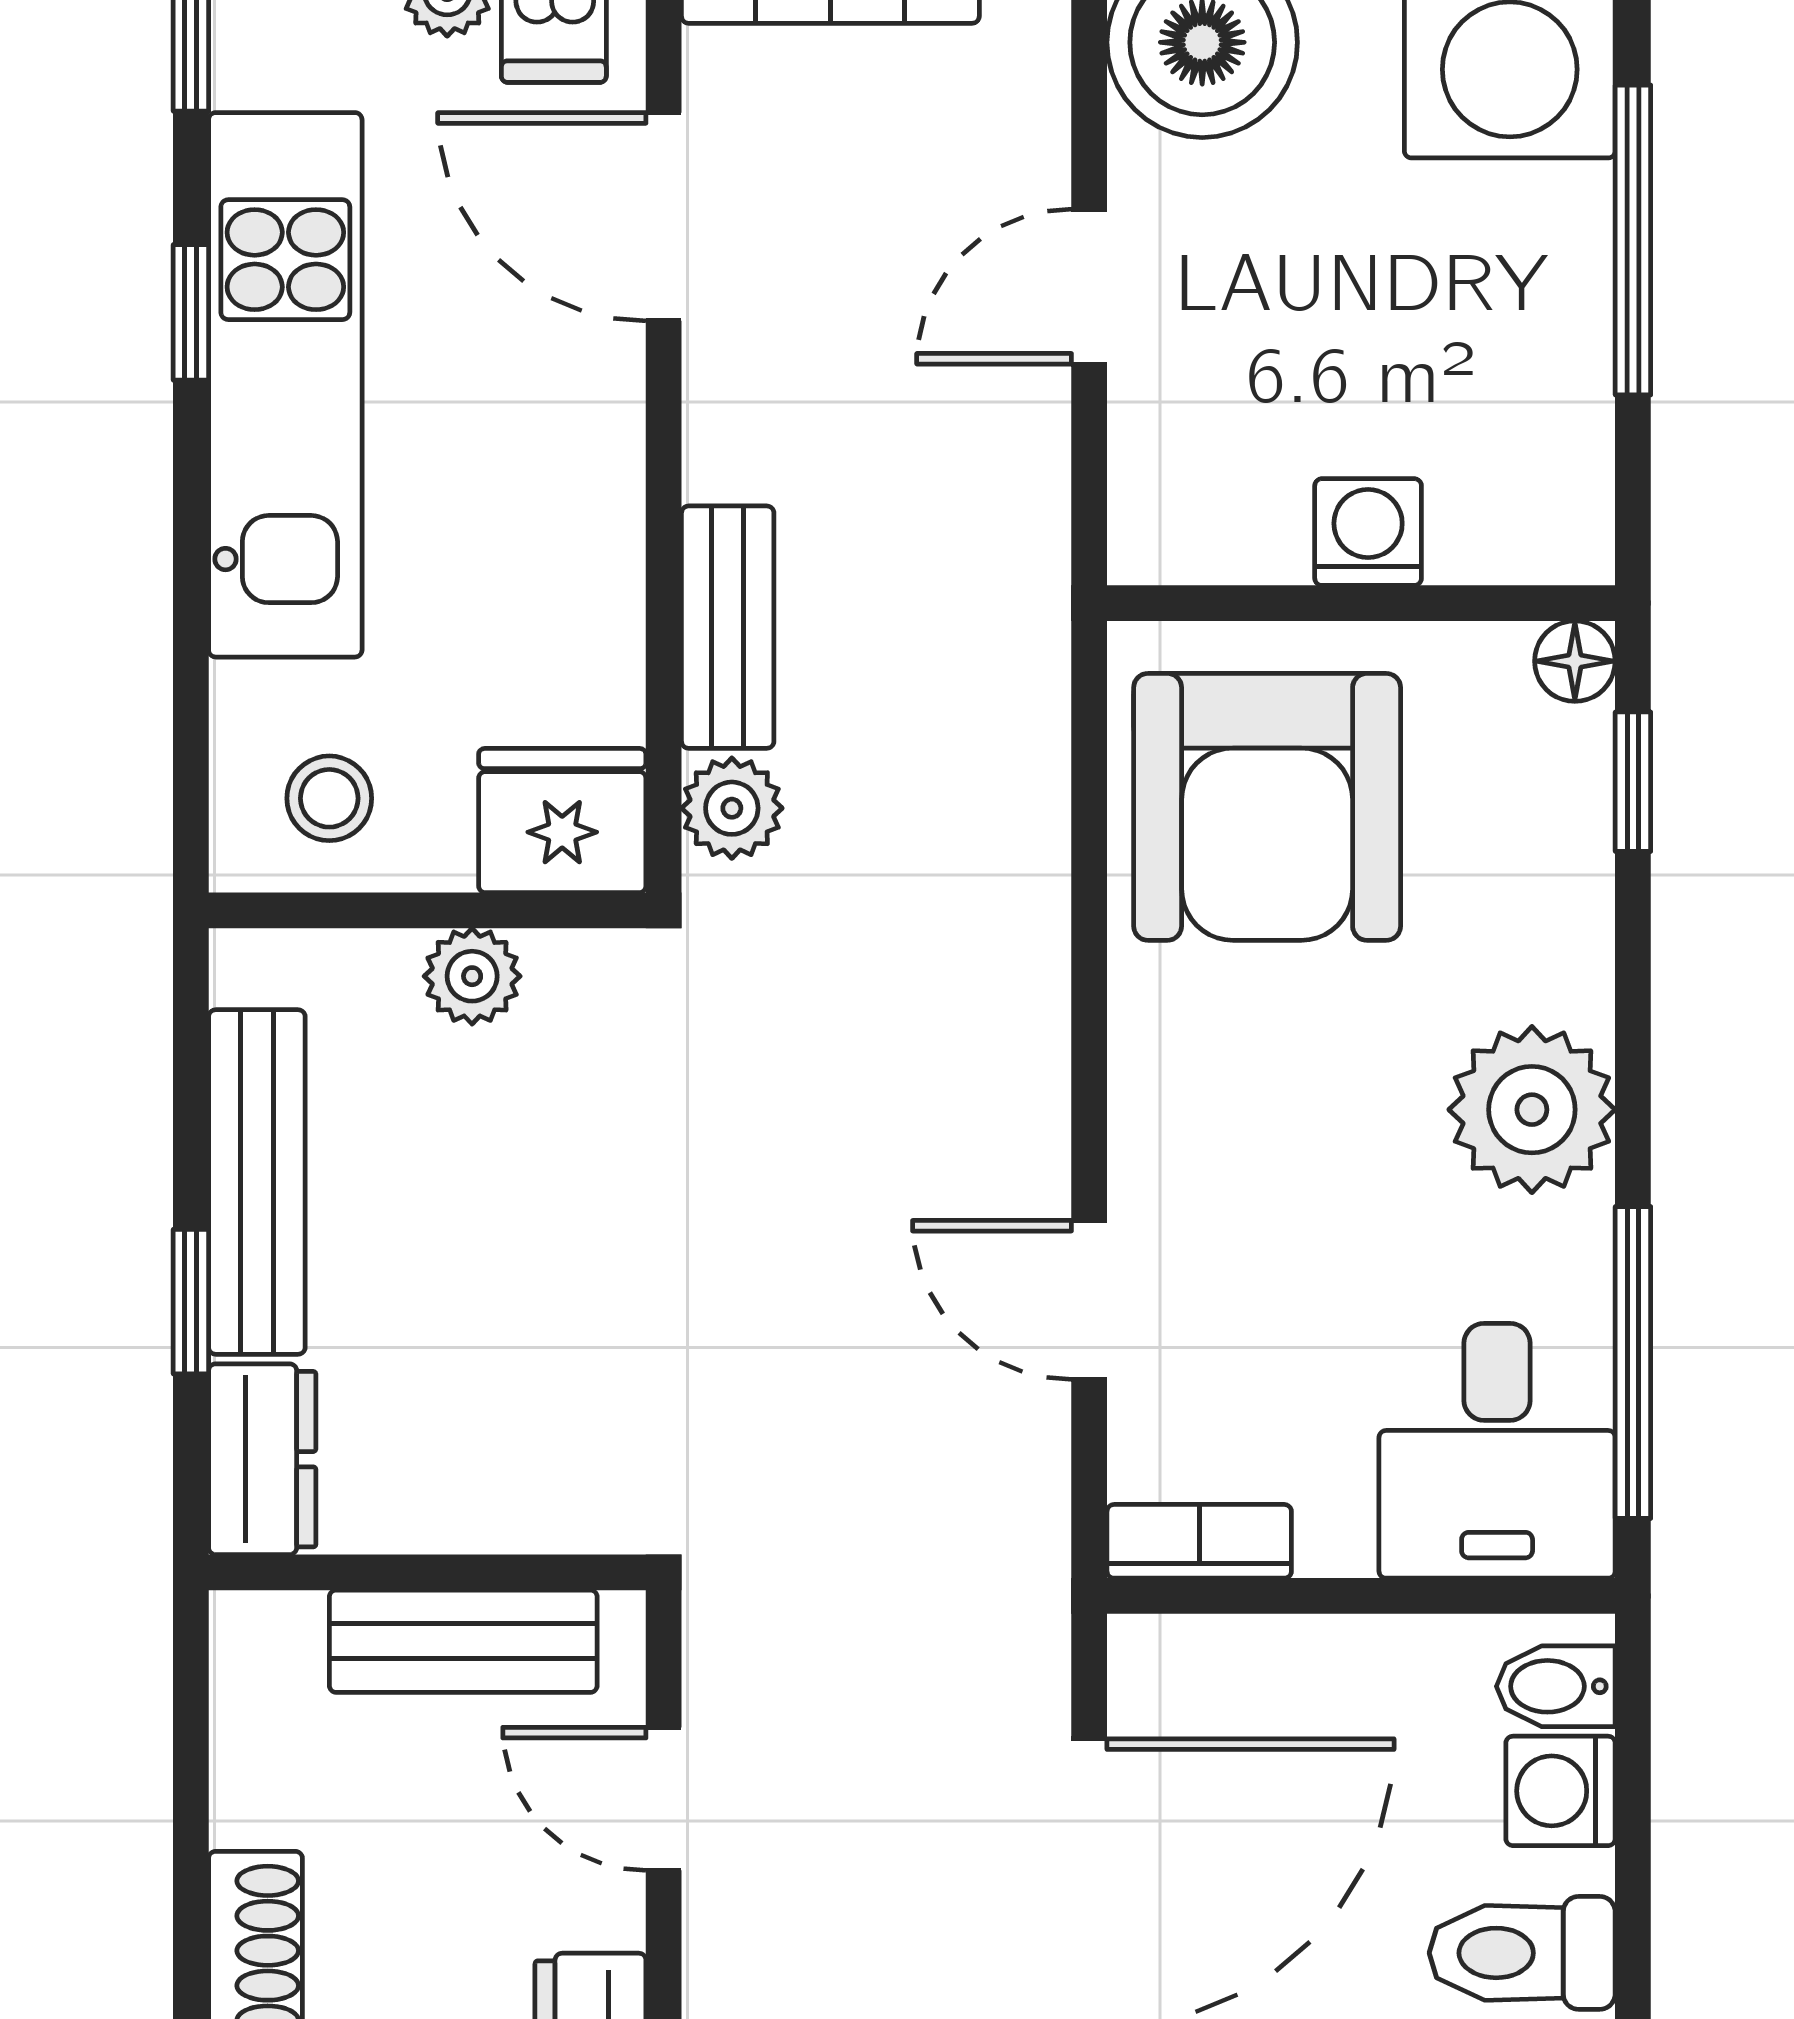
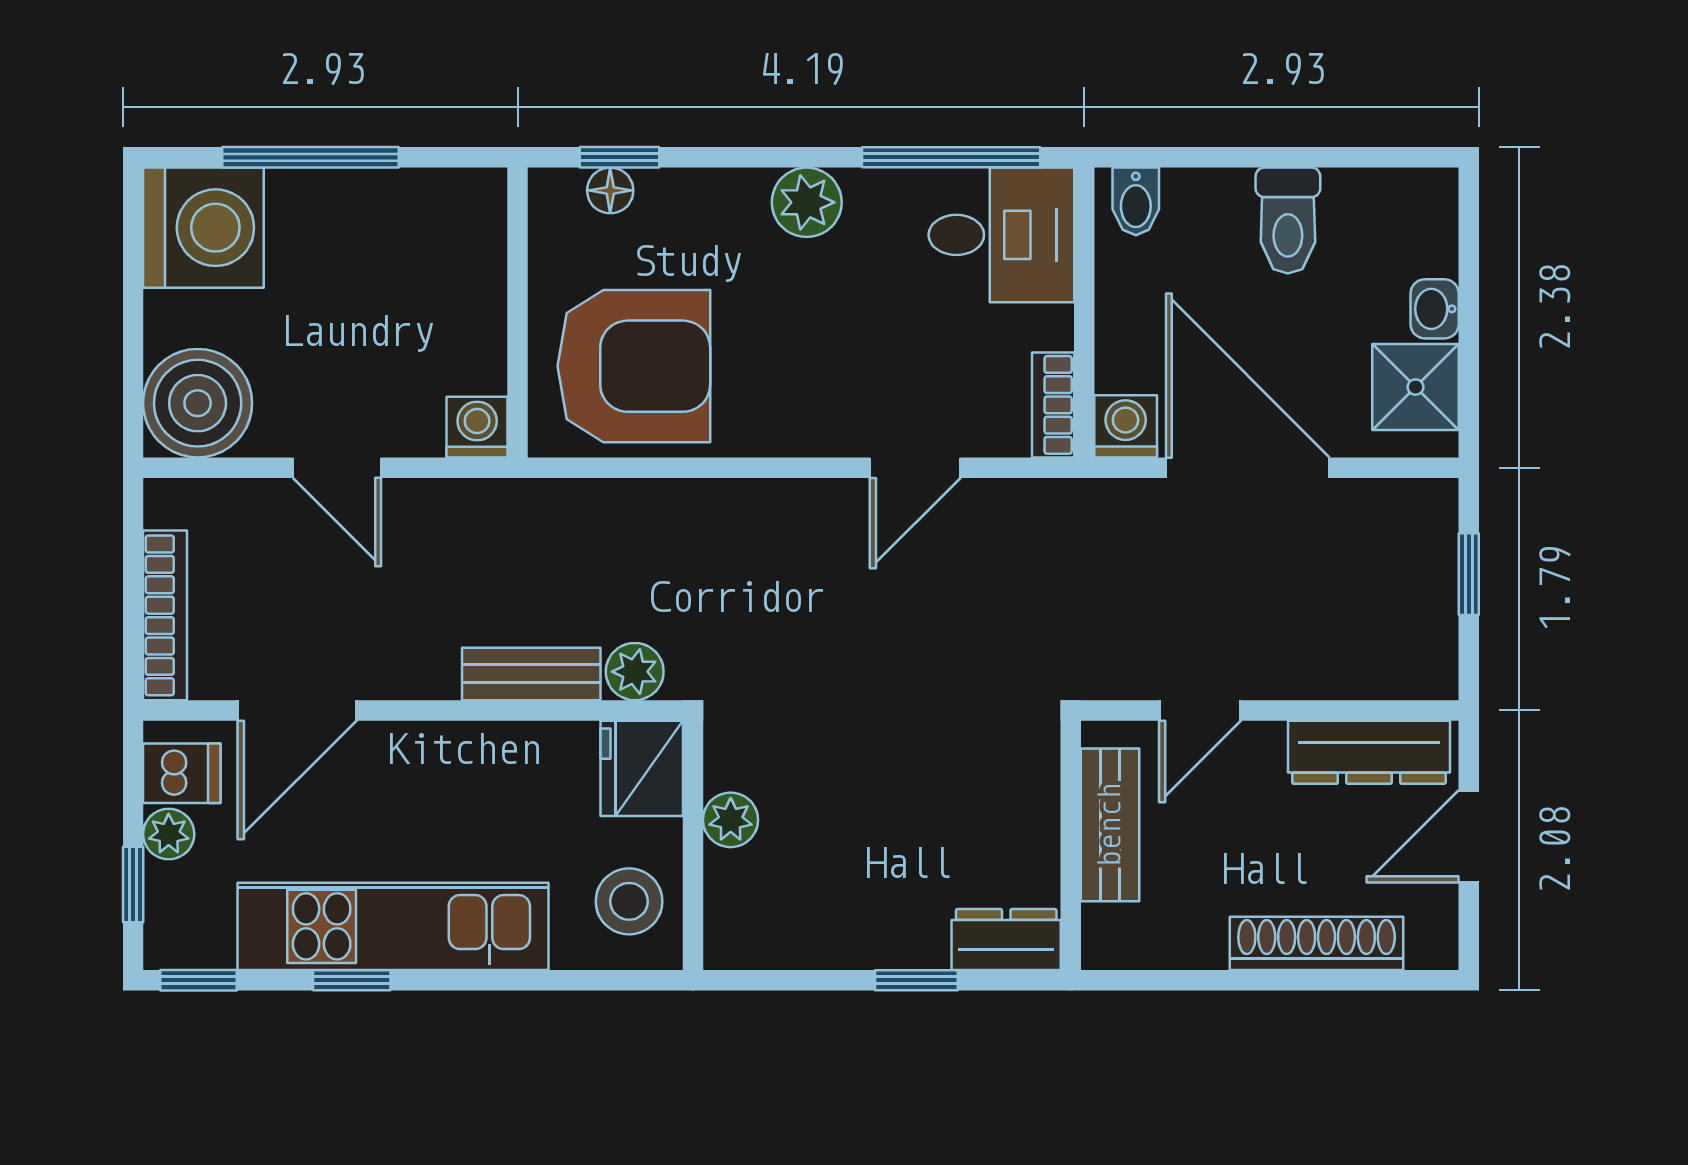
washing machine: (1368, 532) -> (477, 427), moved, turned 90
floor lamp: (1575, 661) -> (610, 190), moved
stool: (329, 798) -> (629, 901), width x1.37, depth x1.37
plant: (1532, 1110) -> (807, 202), width x0.73, depth x0.73
bench: (257, 1182) -> (848, 943), removed
washing machine: (1560, 1791) -> (1126, 426), moved, turned 180

